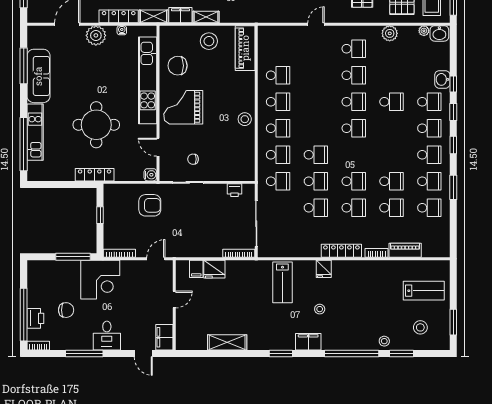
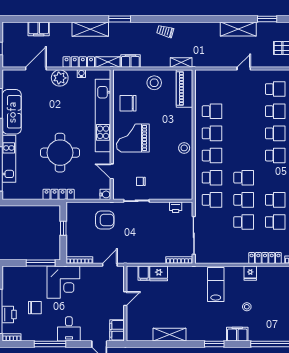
shelving: (206, 17) -> (181, 63), moved
lab bench: (282, 282) -> (216, 284), turned 180

